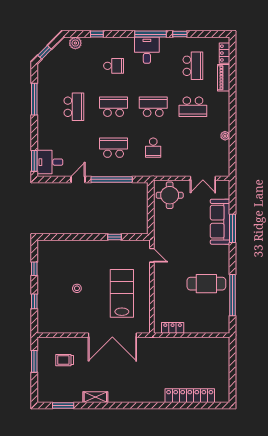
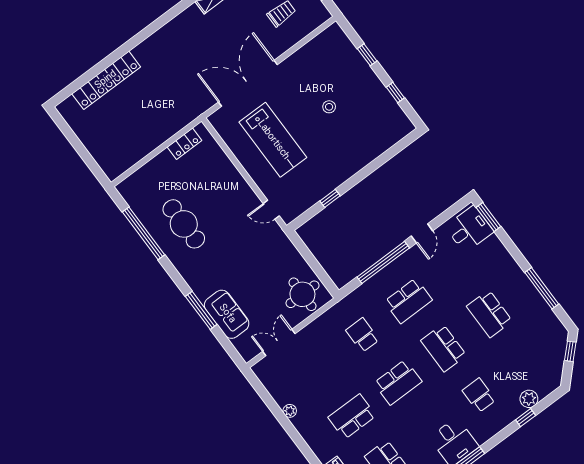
plant: (75, 43) -> (529, 399), moved
school desk: (114, 66) -> (479, 395), turned 90
school desk: (114, 107) -> (444, 348), turned 90
sofa: (220, 222) -> (227, 314), width x0.73
cafe table: (206, 284) -> (184, 224), turned 90

